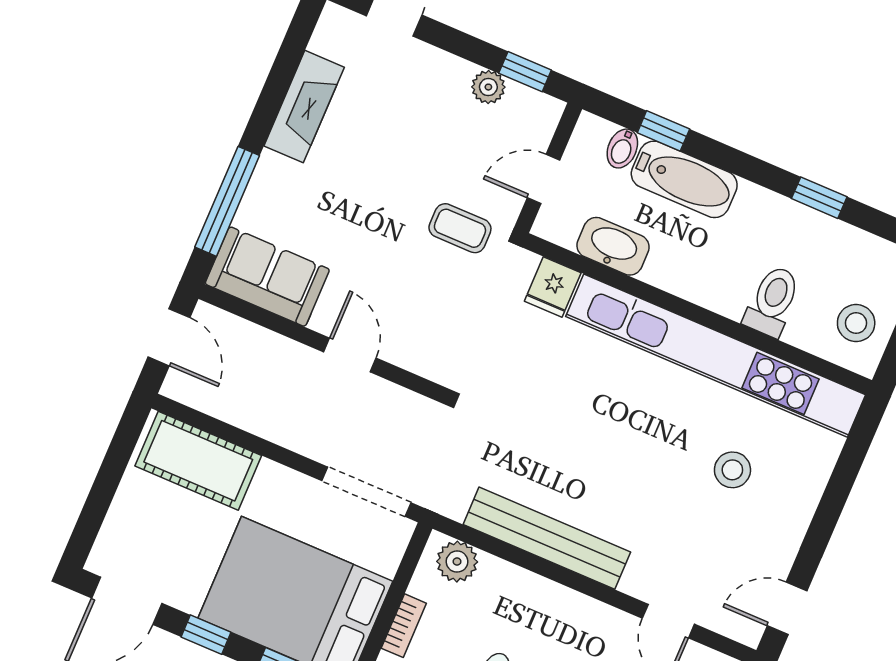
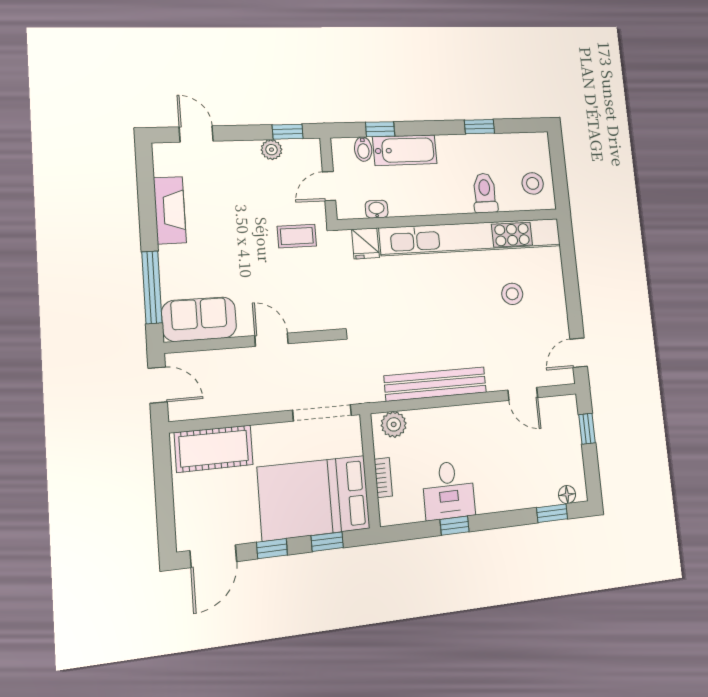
washbasin: (613, 246) -> (377, 209), width x0.52, depth x0.69

